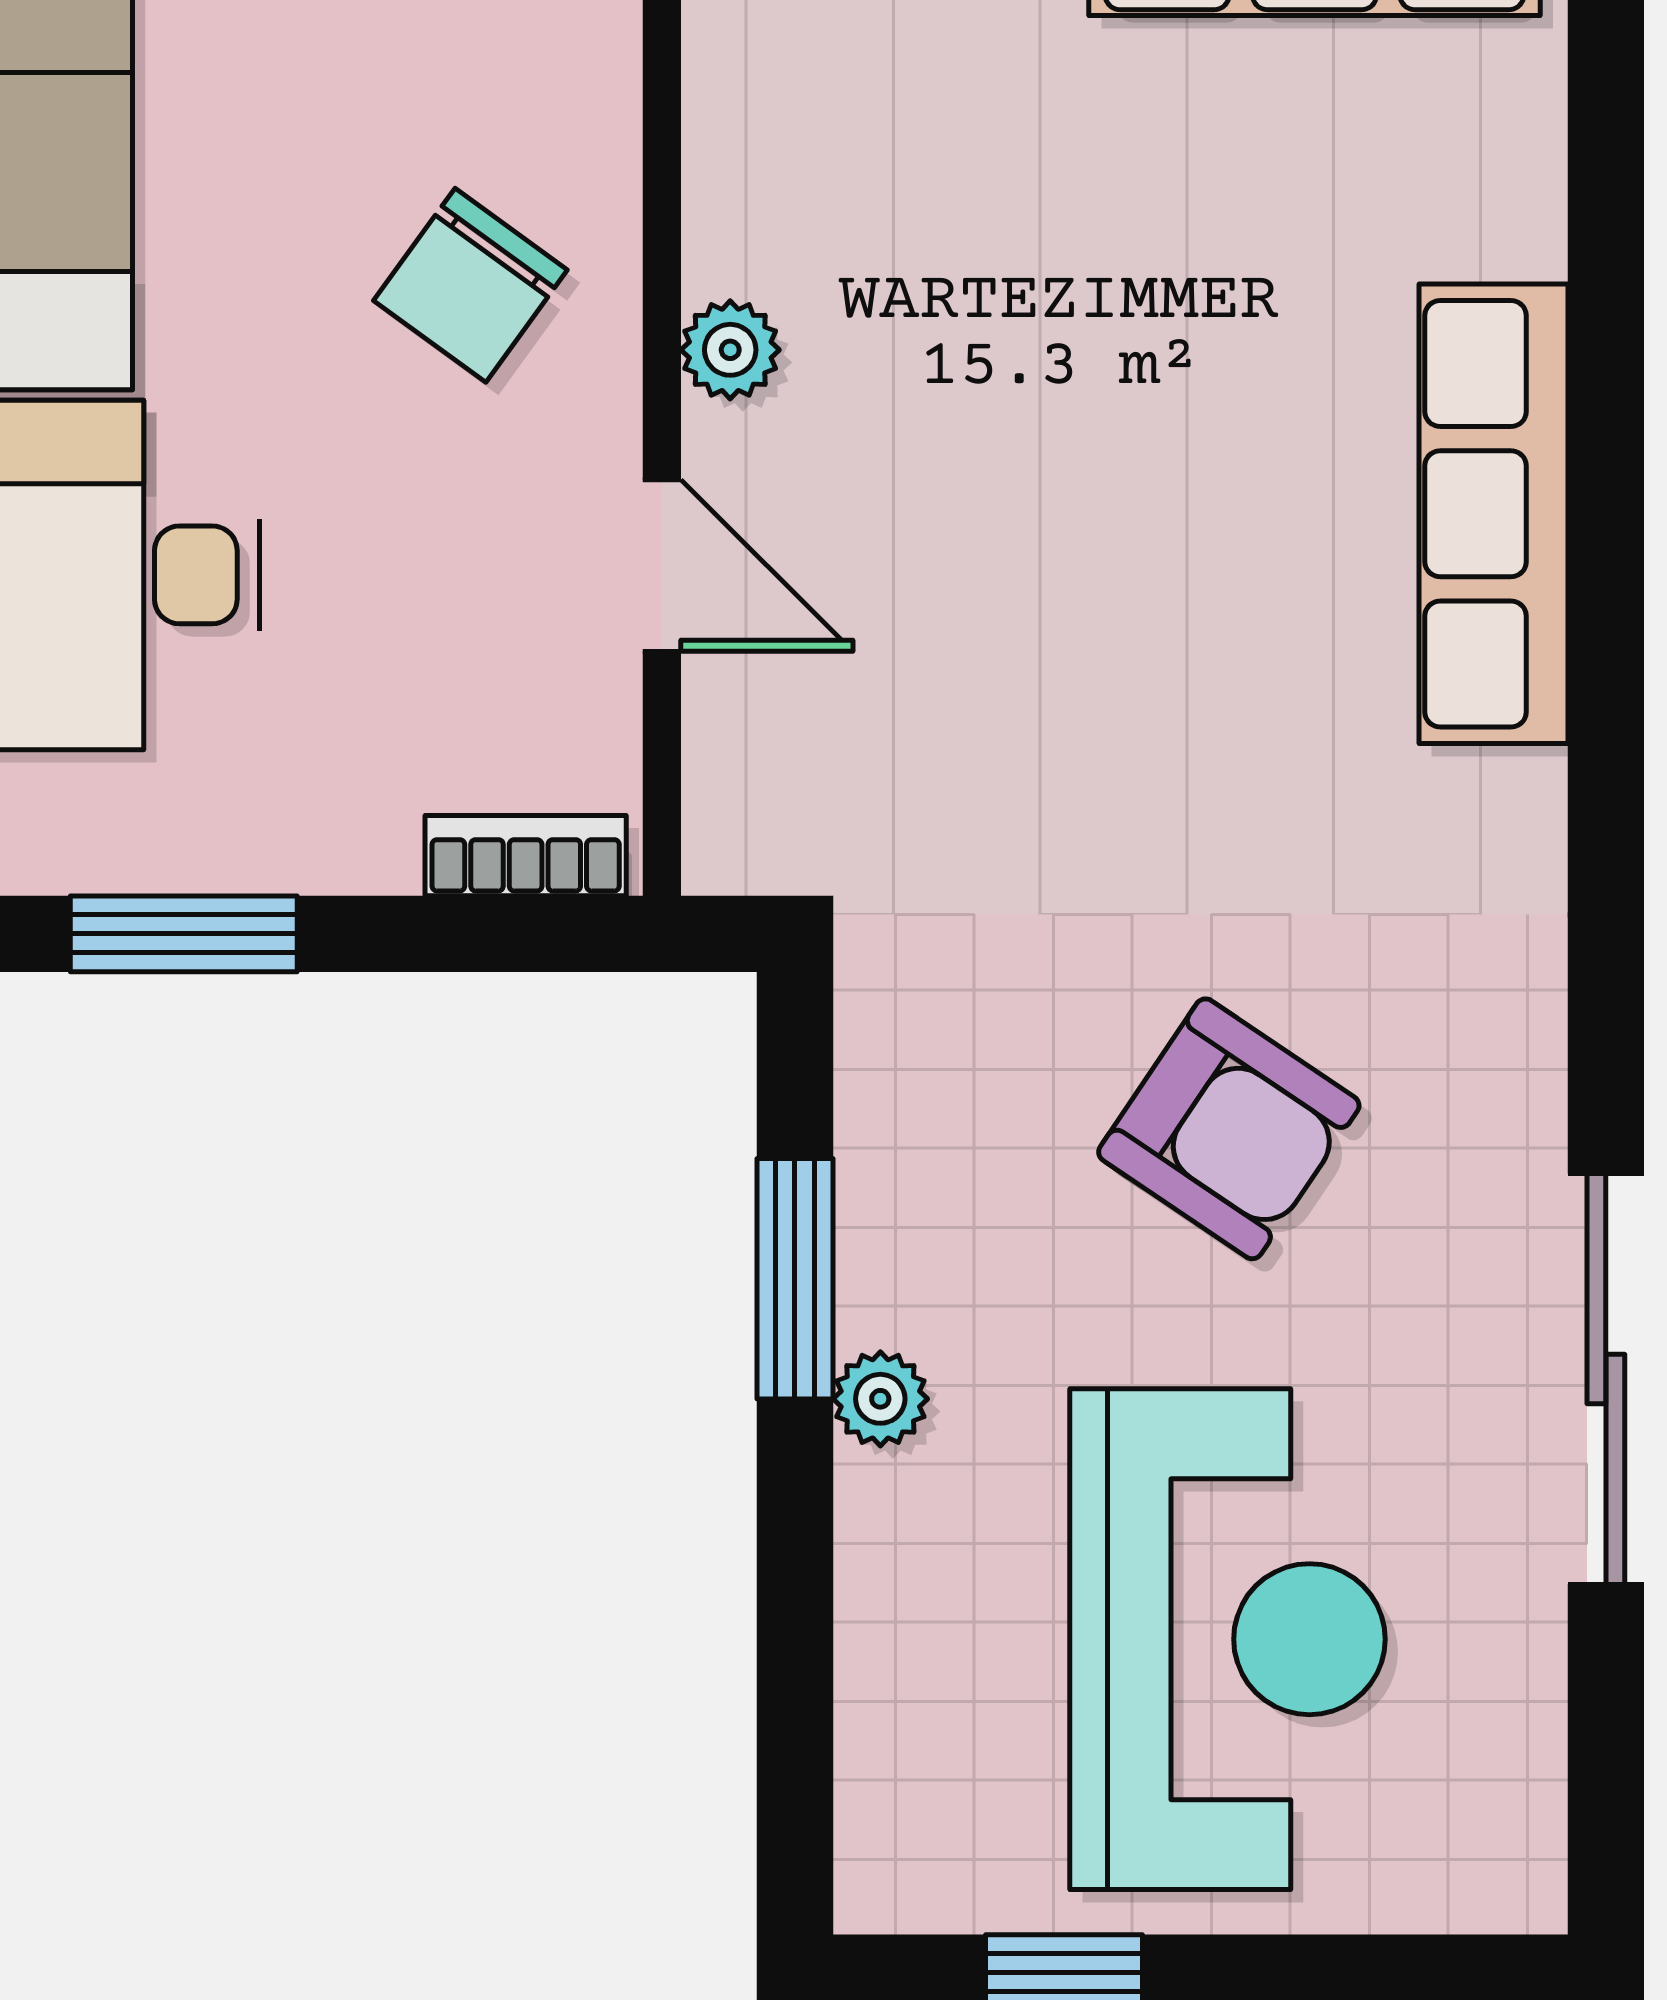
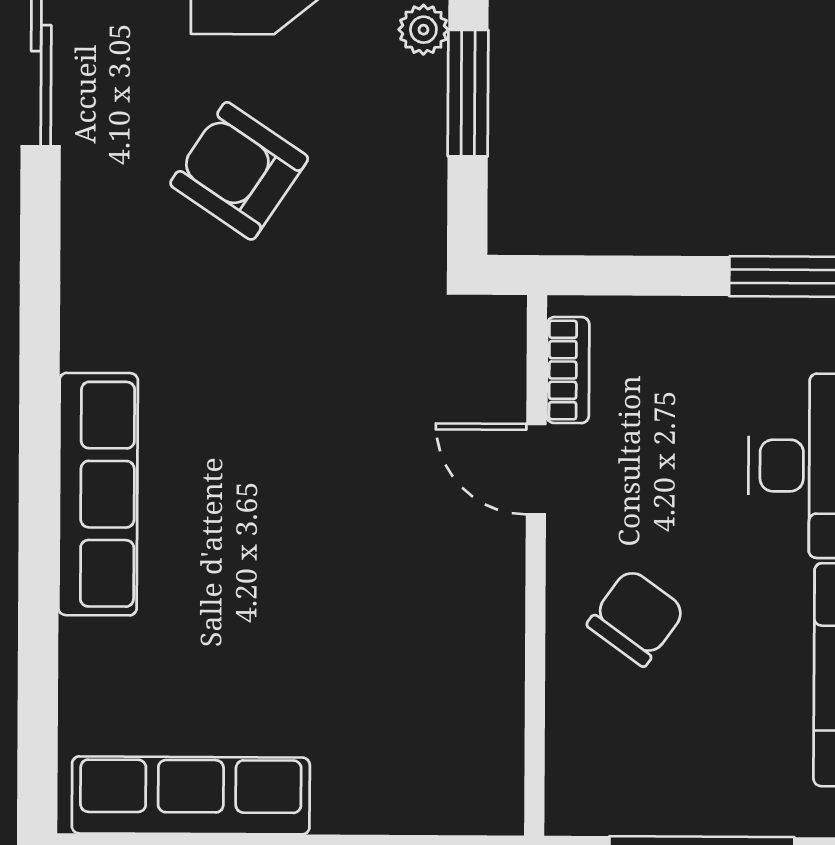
plant: (730, 350) -> (500, 583), removed
bookcase: (526, 856) -> (568, 370), moved, turned -90

